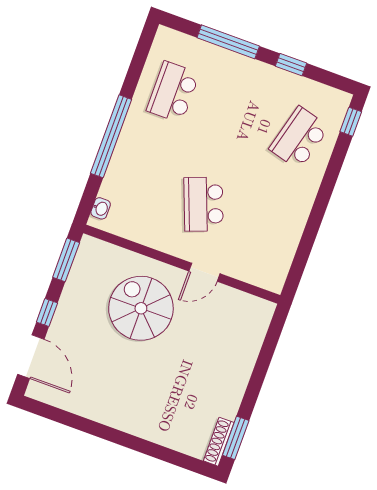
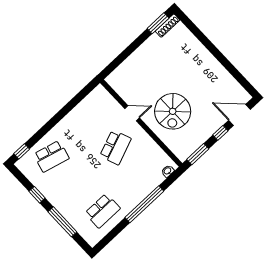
door: (31, 357) -> (239, 115), hinge flipped

